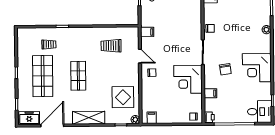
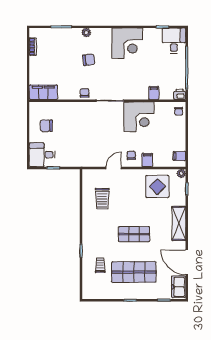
filing cabinet: (147, 32) -> (147, 160), moved
chair: (225, 69) -> (89, 60), moved

